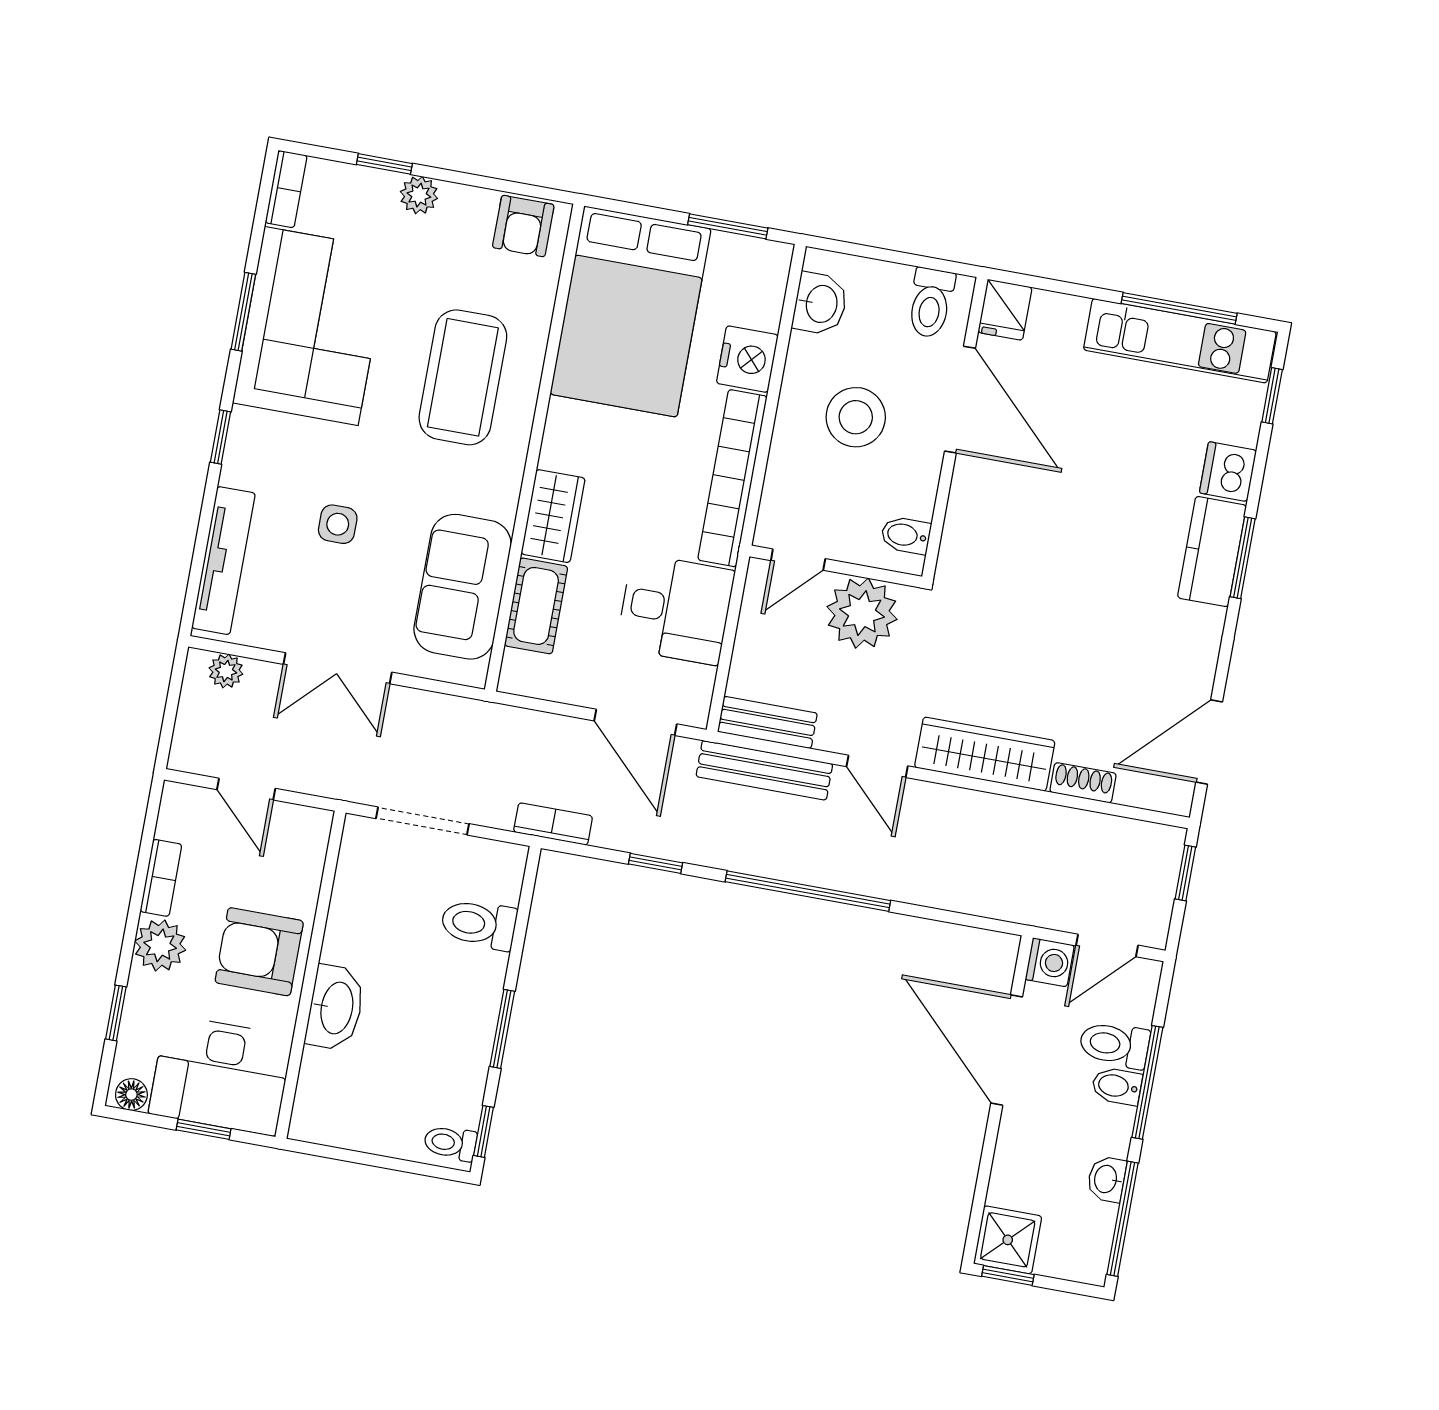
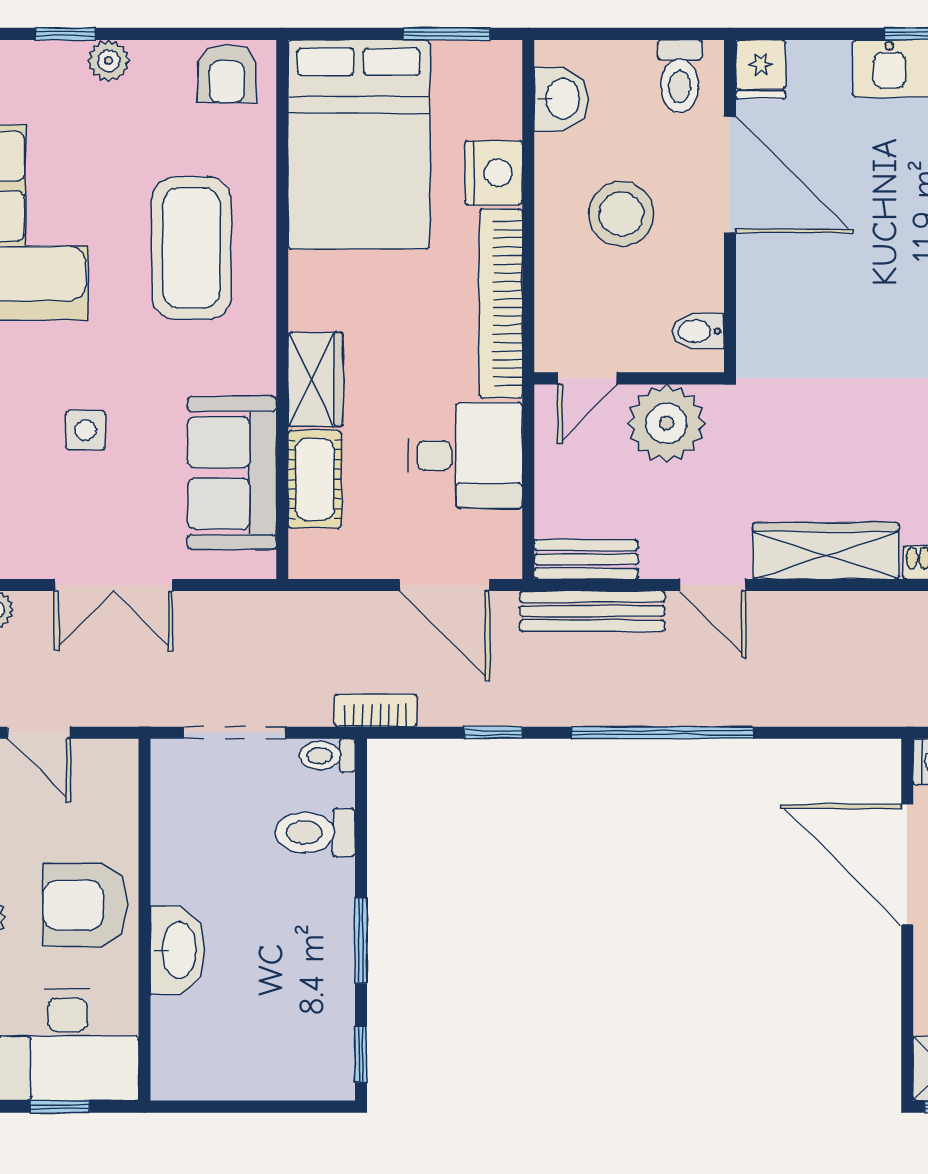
toilet: (450, 1143) -> (327, 756), moved

